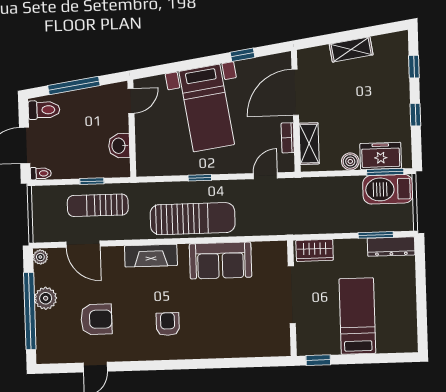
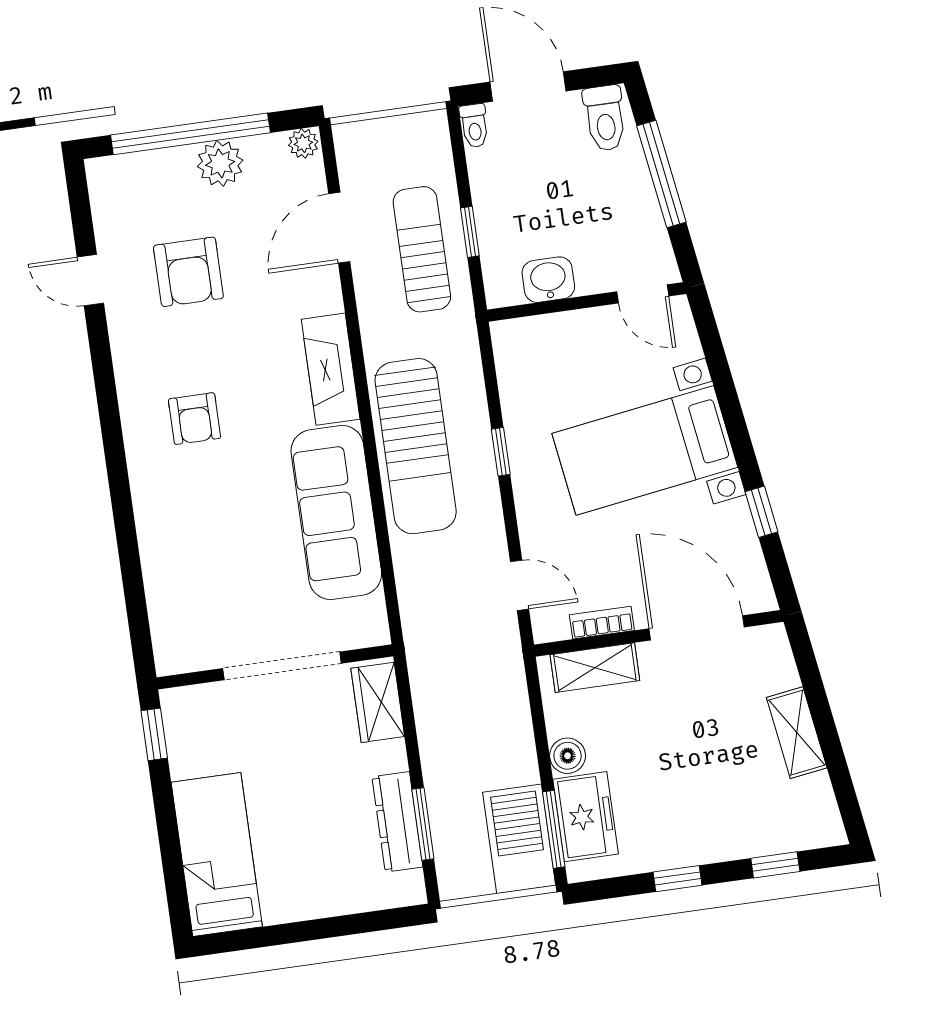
dresser: (391, 247) -> (397, 822), moved
sofa: (220, 260) -> (336, 512), width x1.36
bed: (357, 316) -> (217, 854), moved, turned -90
armchair: (168, 324) -> (194, 419), turned 90

